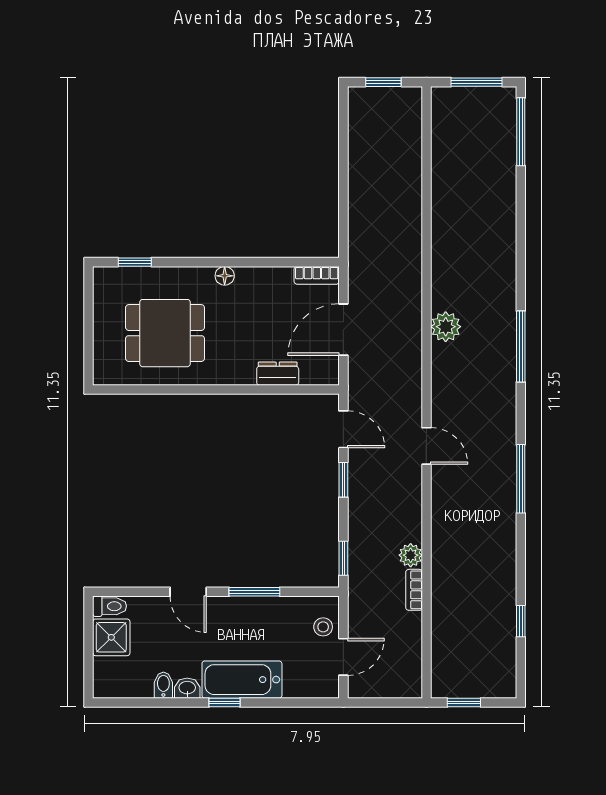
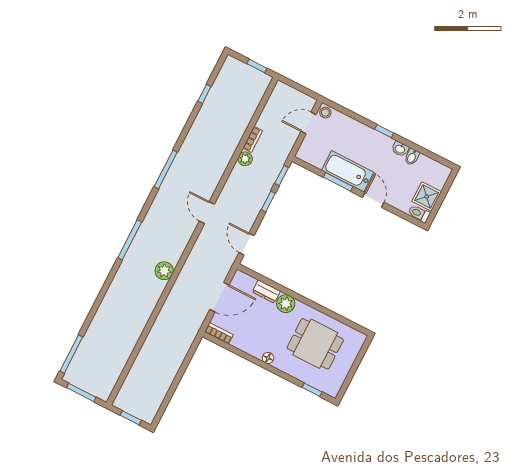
plant: (240, 370) -> (286, 304), added
window: (343, 480) -> (268, 202), moved
stool: (323, 627) -> (325, 113), moved
bathtub: (242, 680) -> (348, 171), moved, turned 180

